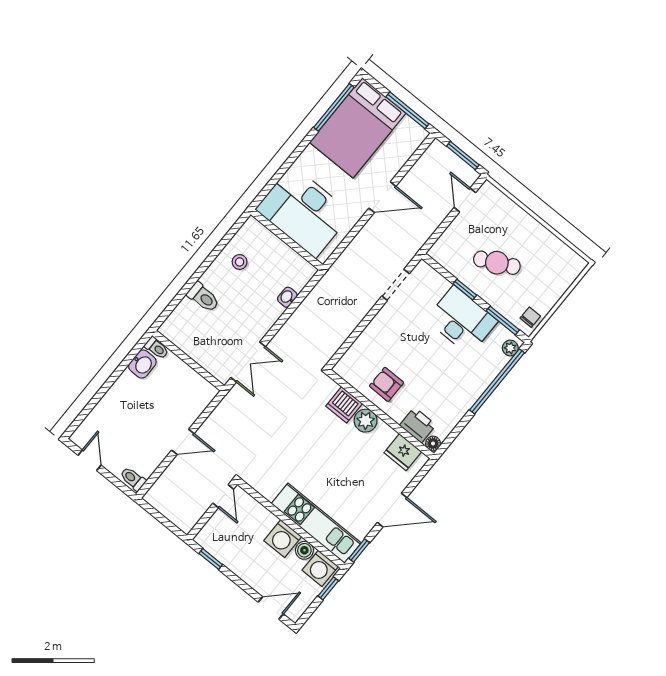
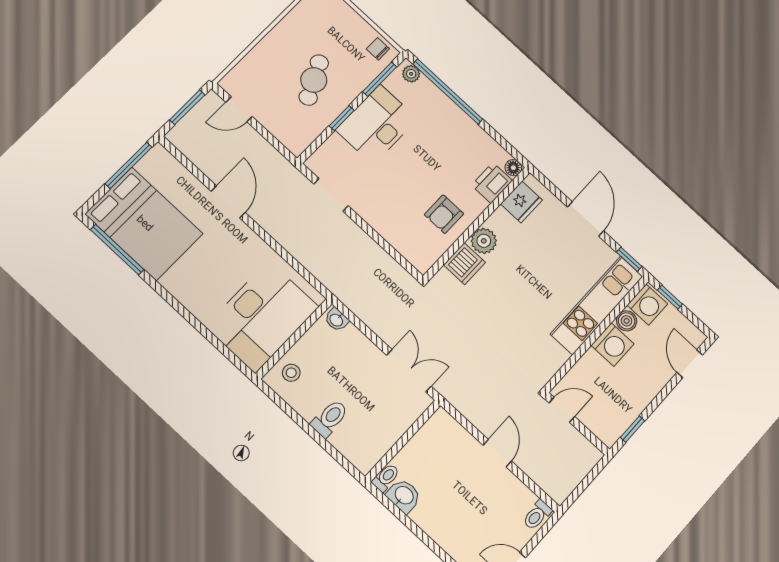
desk: (304, 211) -> (262, 317), moved
wall: (287, 240) -> (294, 339), moved

